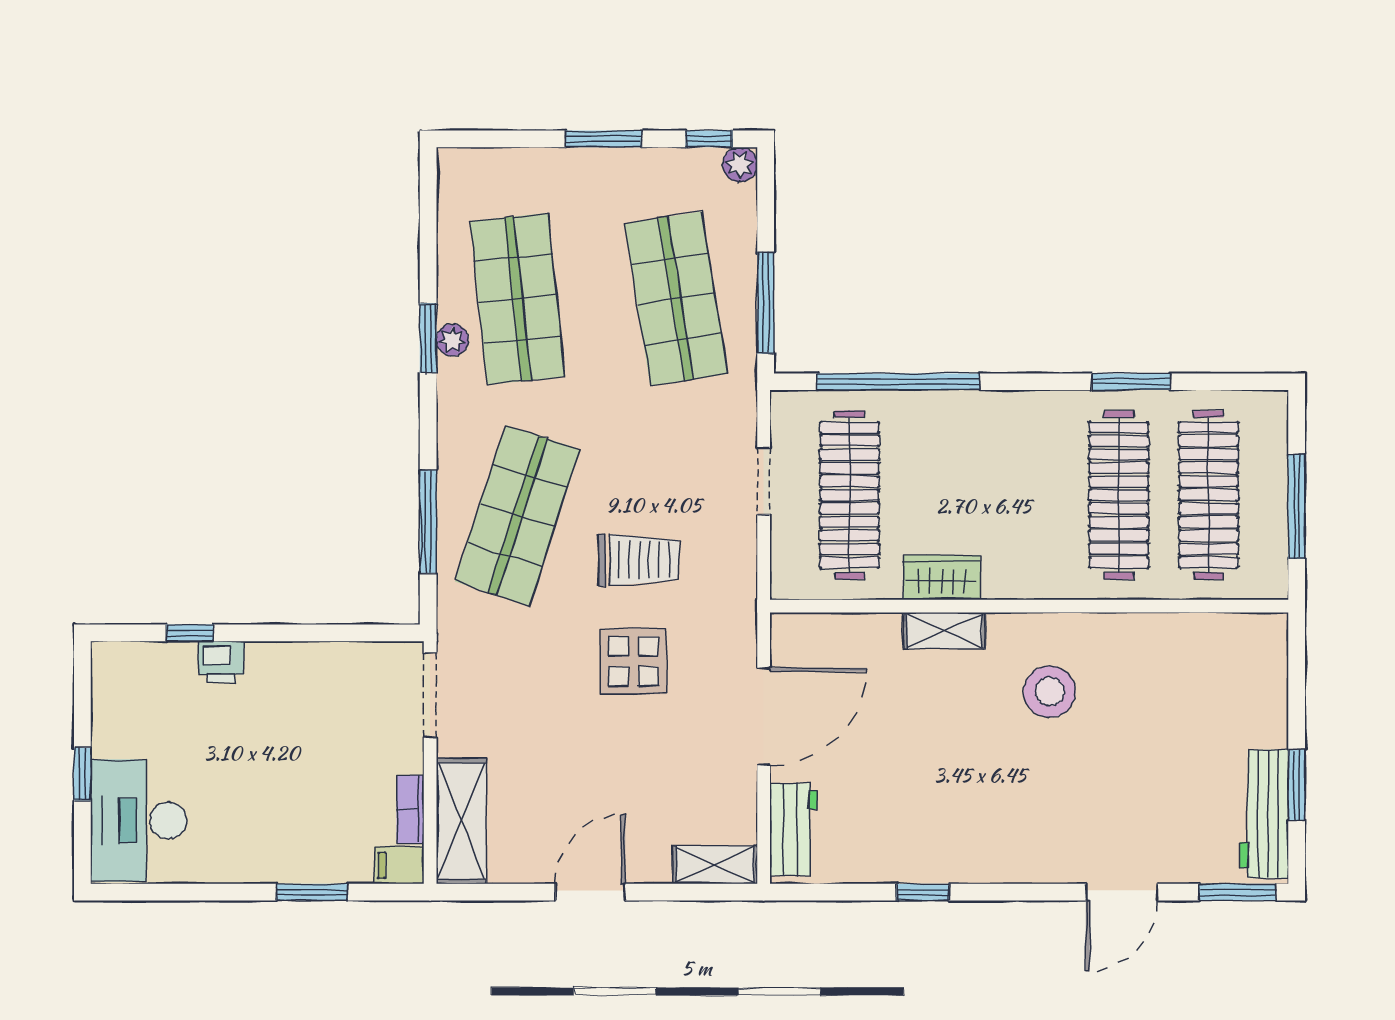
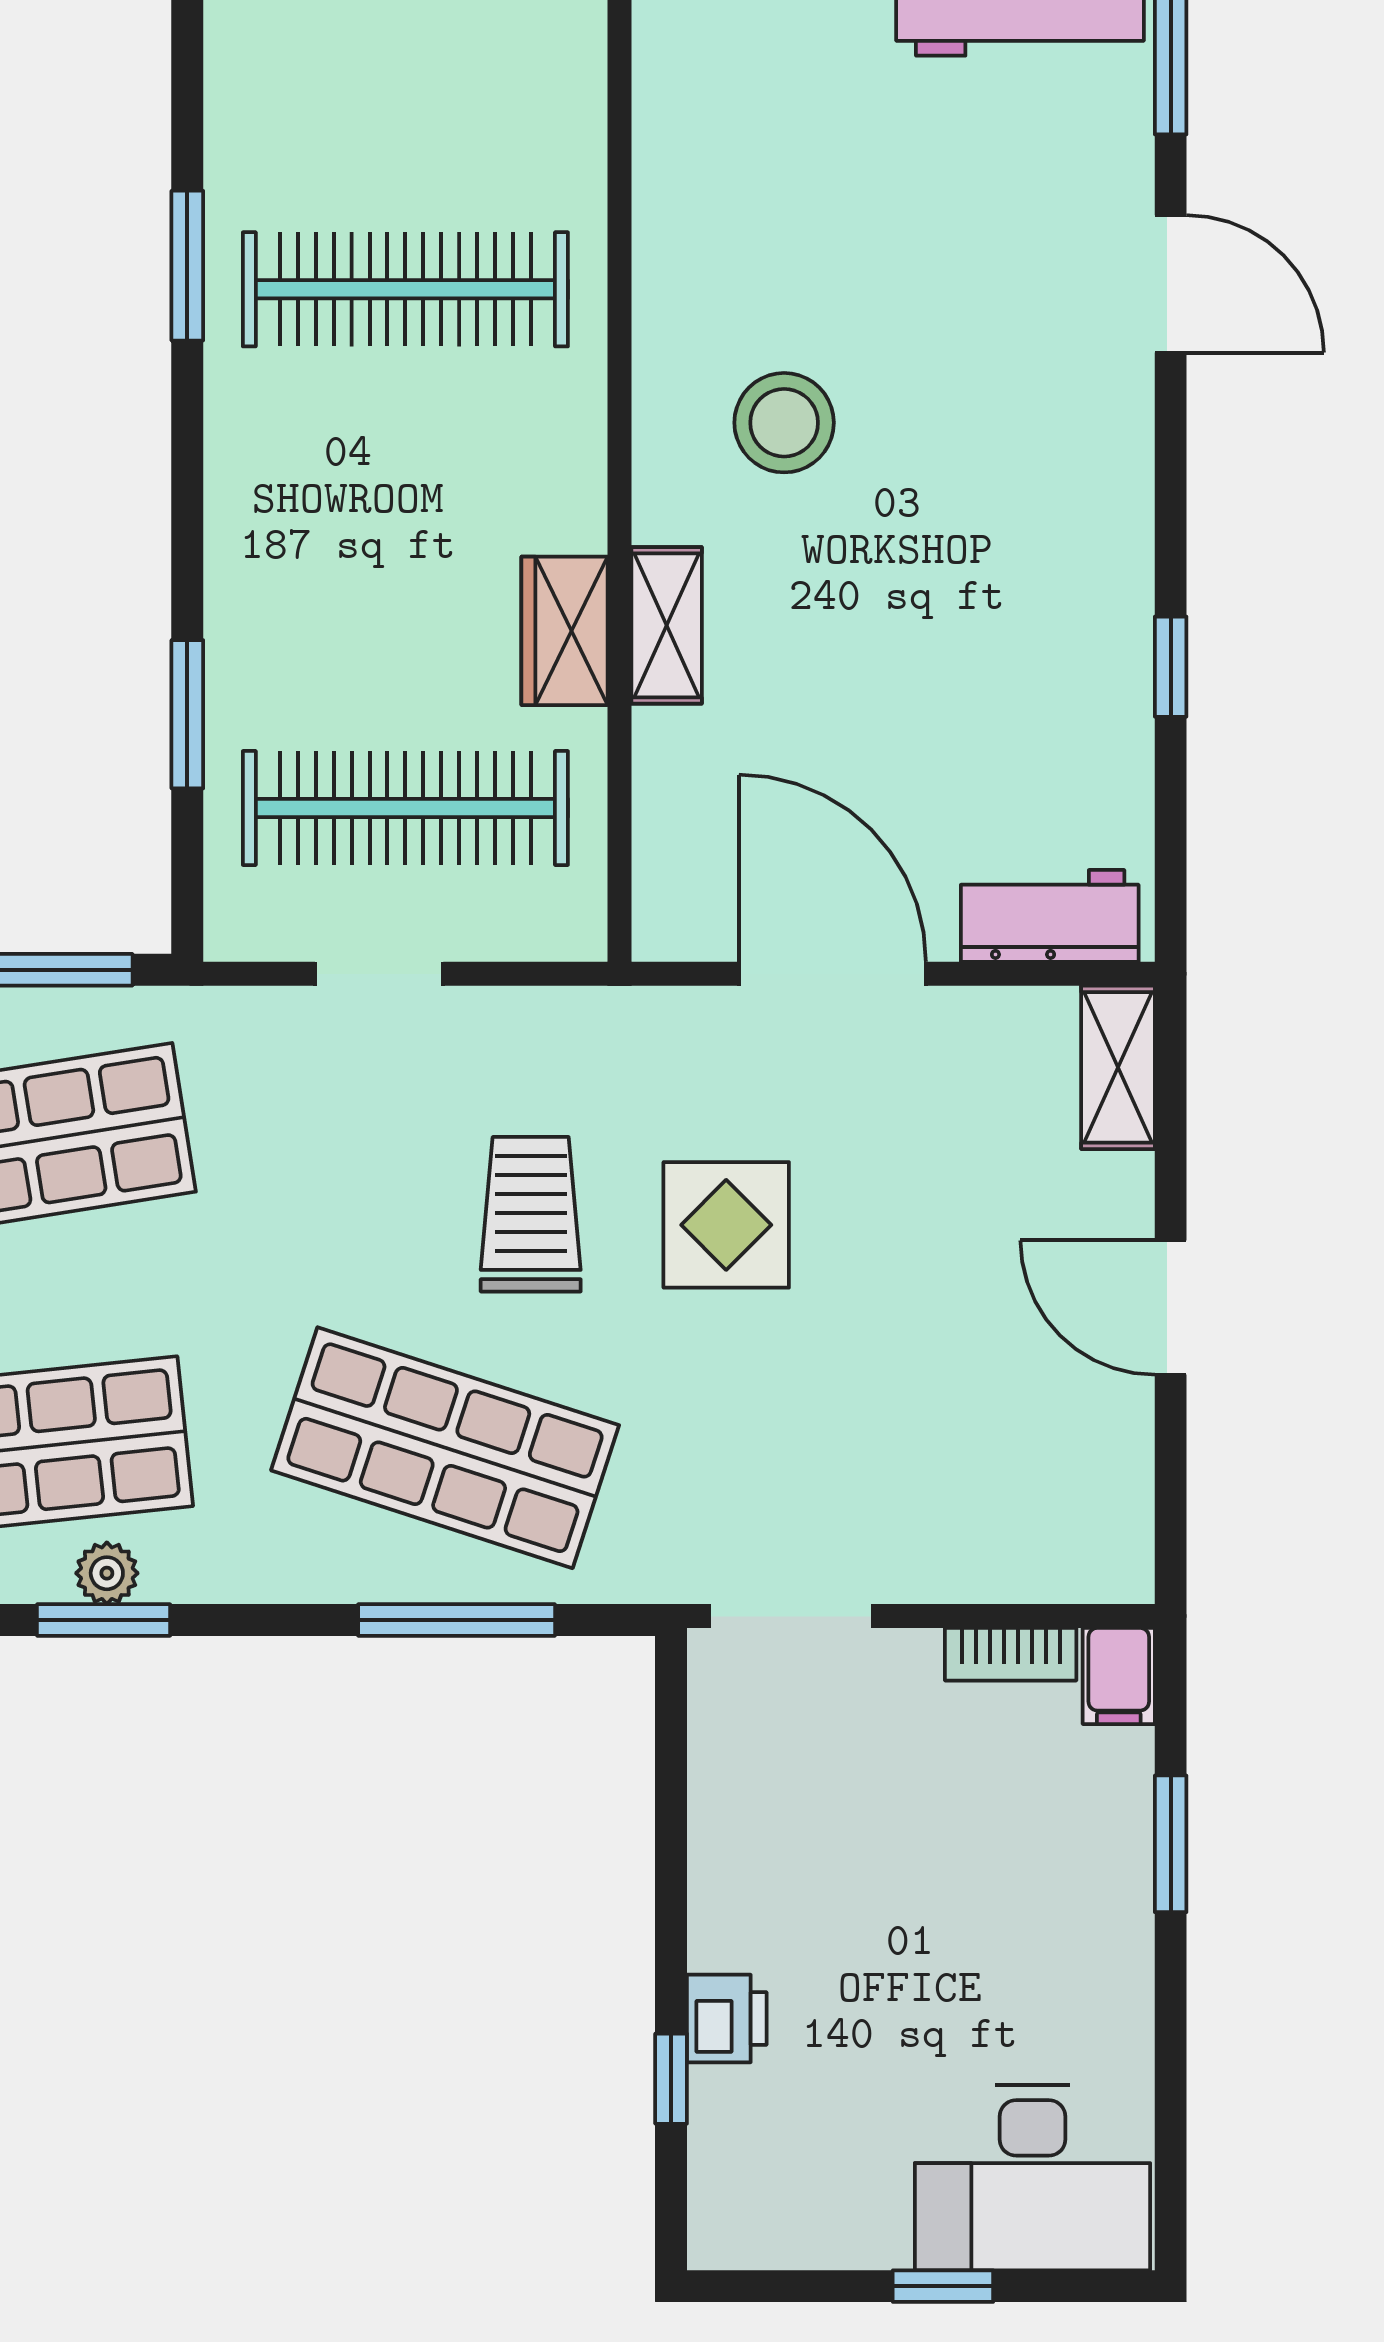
window: (898, 382) -> (187, 714), width x0.47
clothes rail: (1209, 495) -> (405, 116), removed
shelving: (461, 821) -> (1034, 1556), removed

